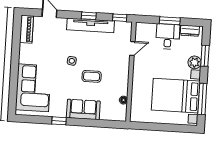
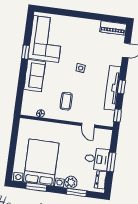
coffee table: (92, 76) -> (66, 101), moved
corner sofa: (33, 88) -> (46, 39), moved, turned -90
window: (202, 99) -> (36, 187), width x0.69

